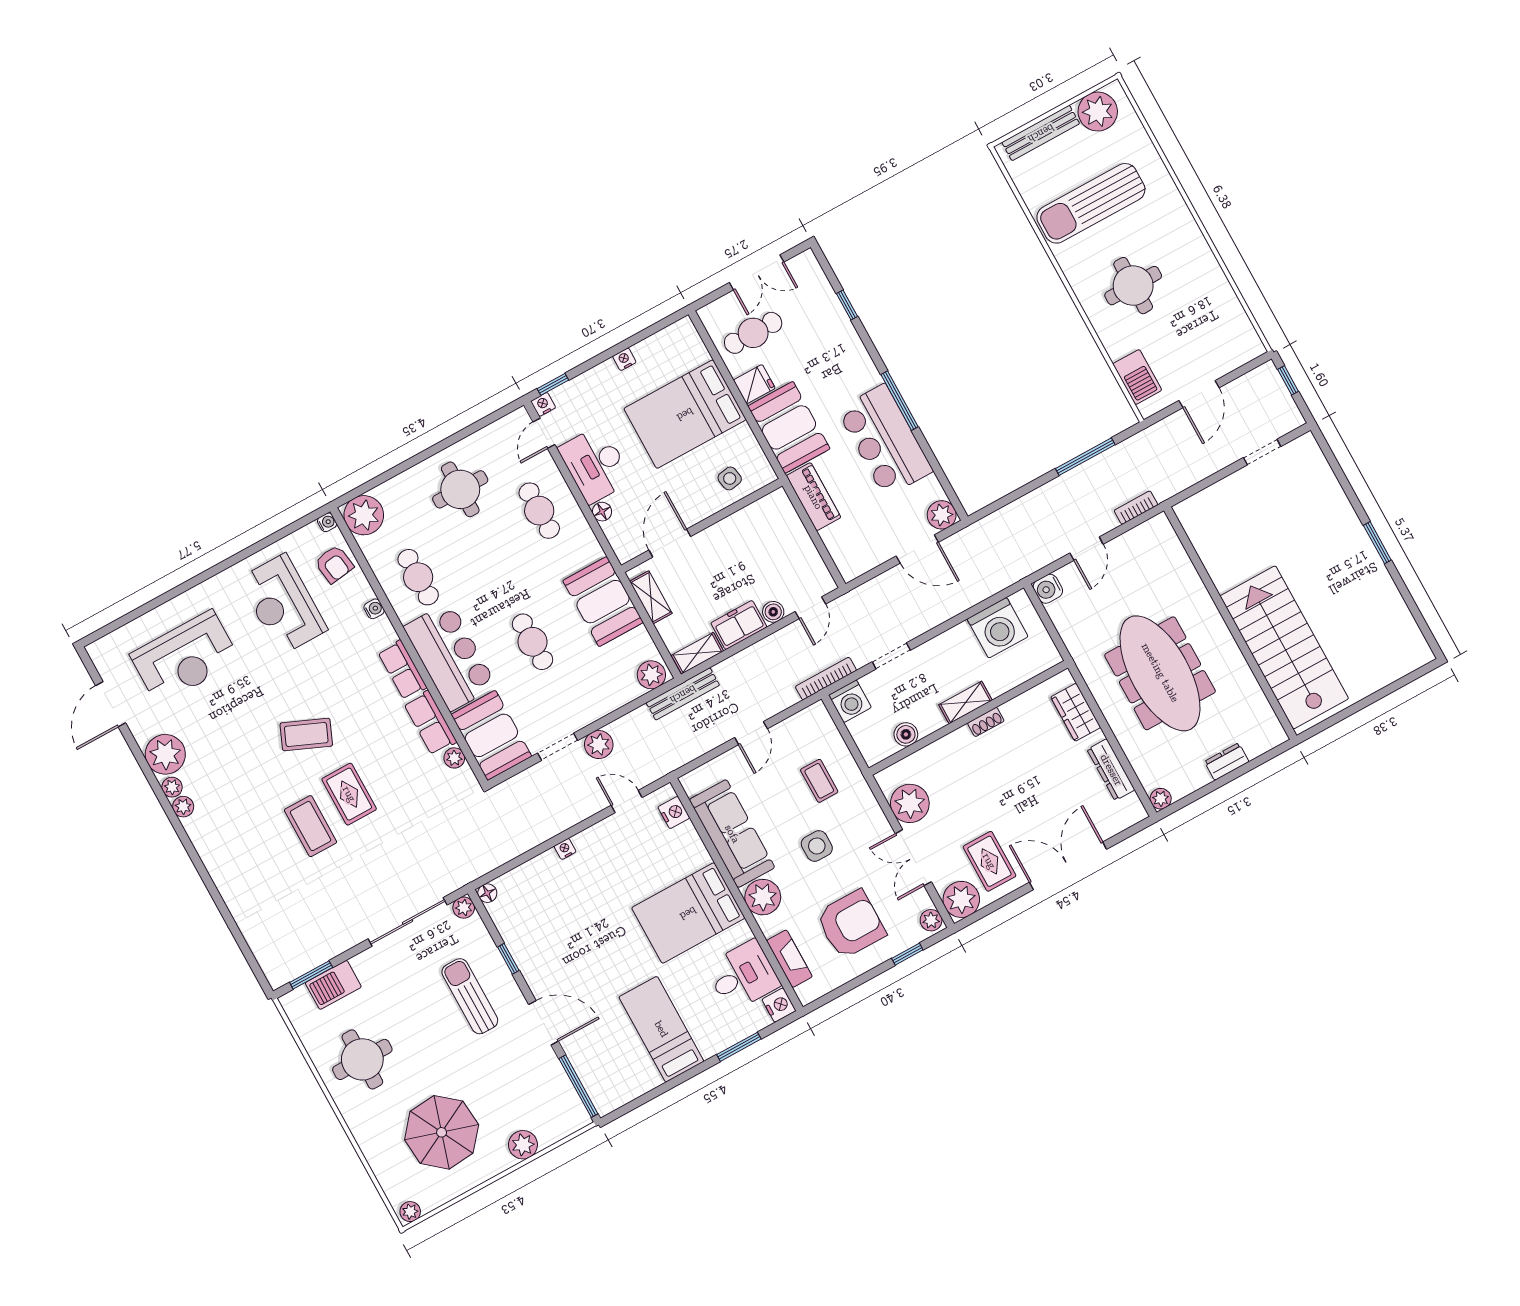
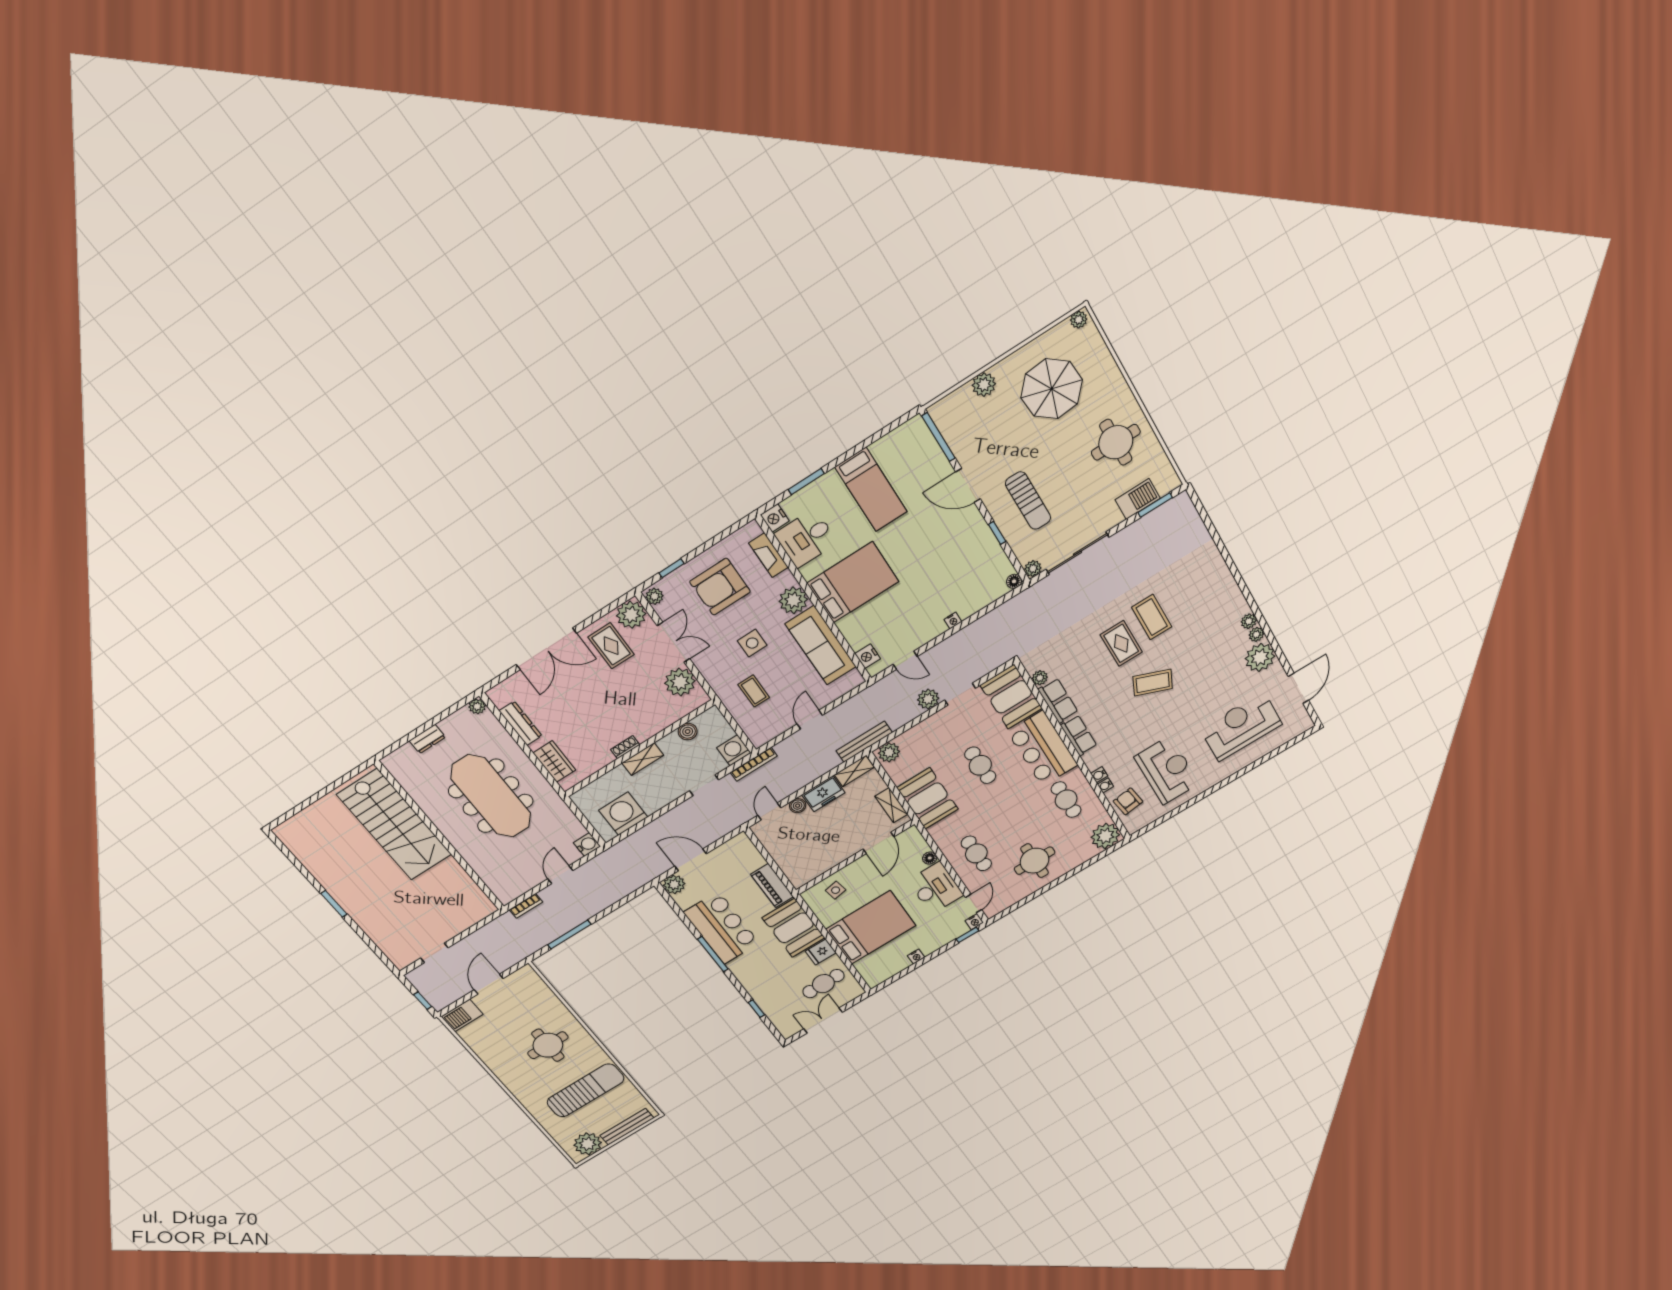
barbecue: (1137, 377) -> (462, 1015), moved, turned -90
water cooler: (327, 522) -> (1105, 785), moved

